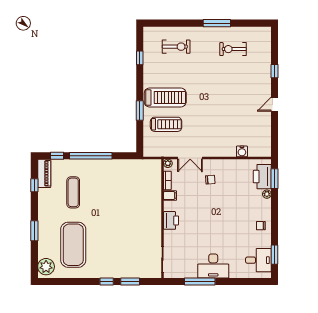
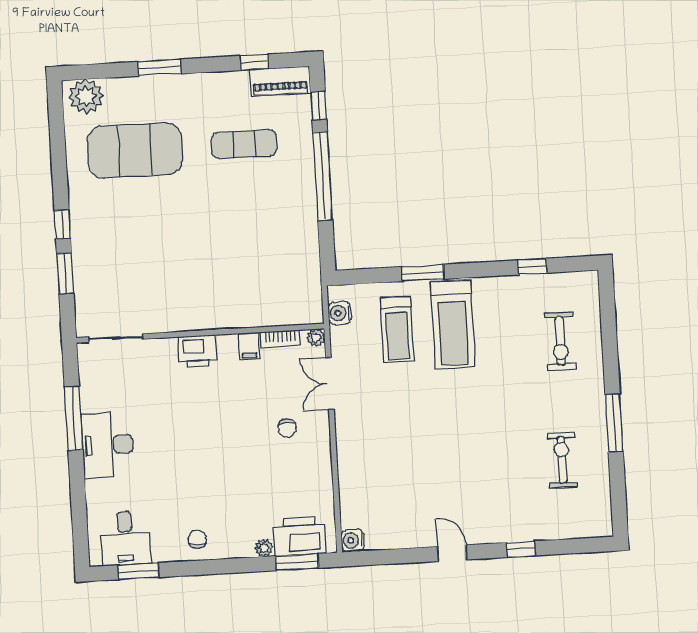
water cooler: (157, 151) -> (340, 313), added
water cooler: (242, 151) -> (353, 540), moved

